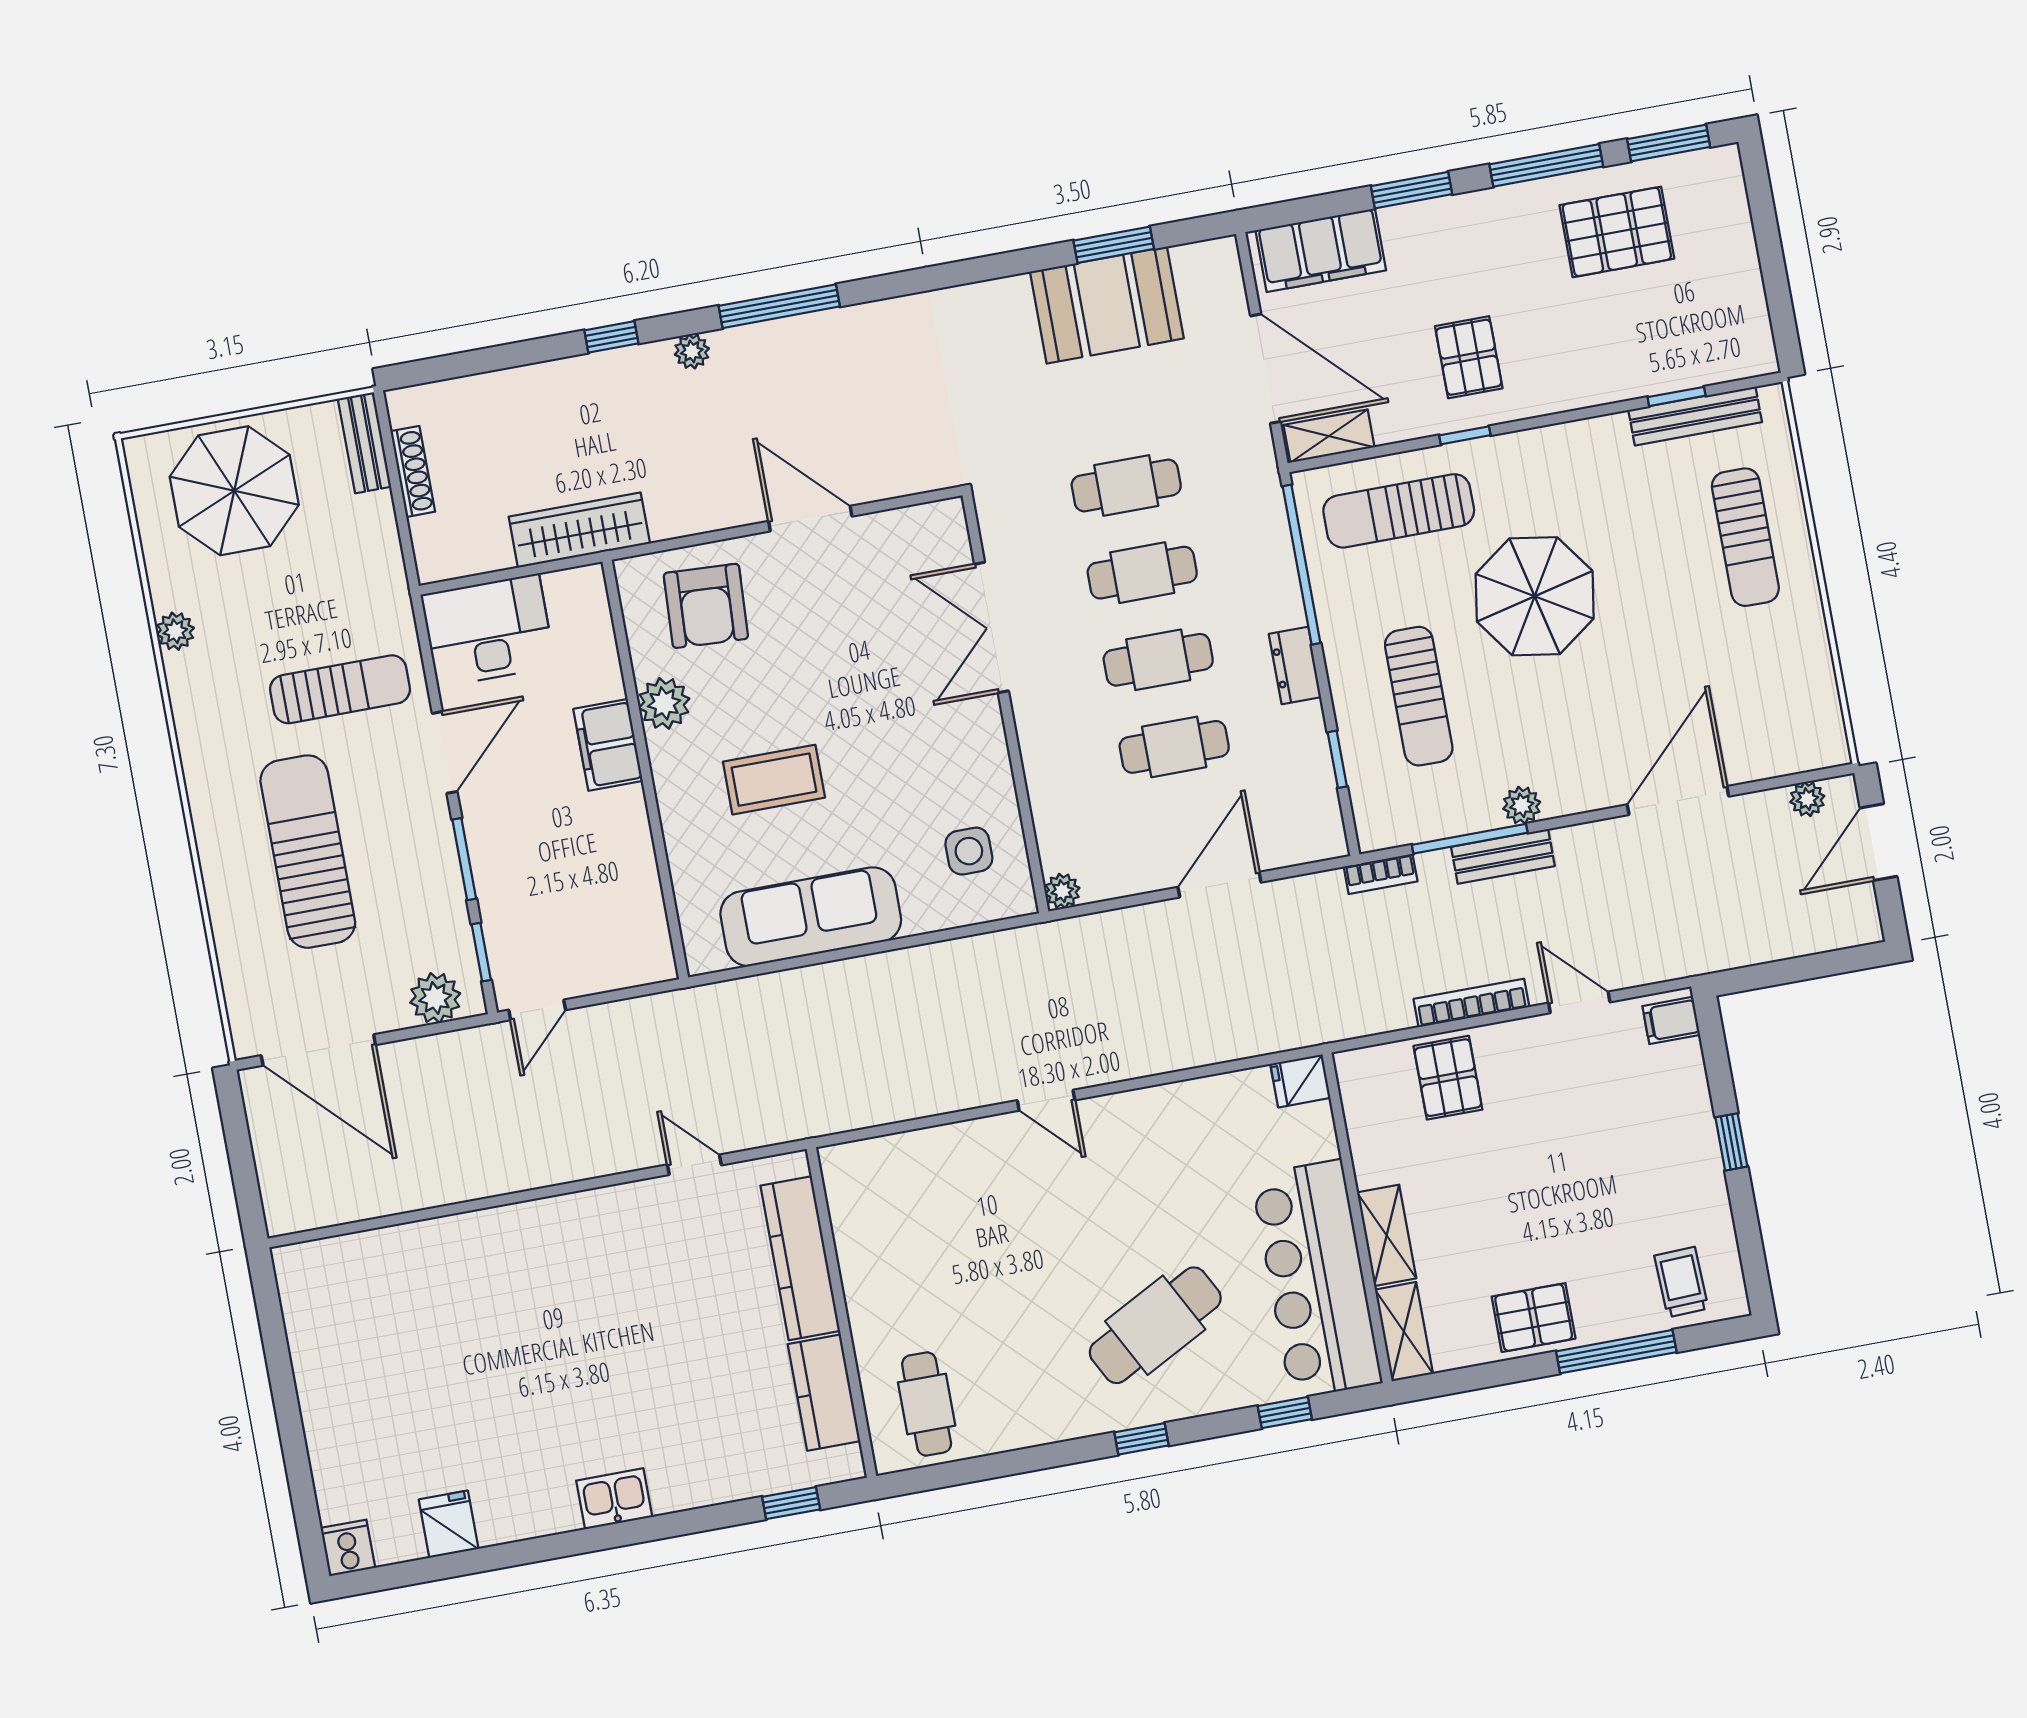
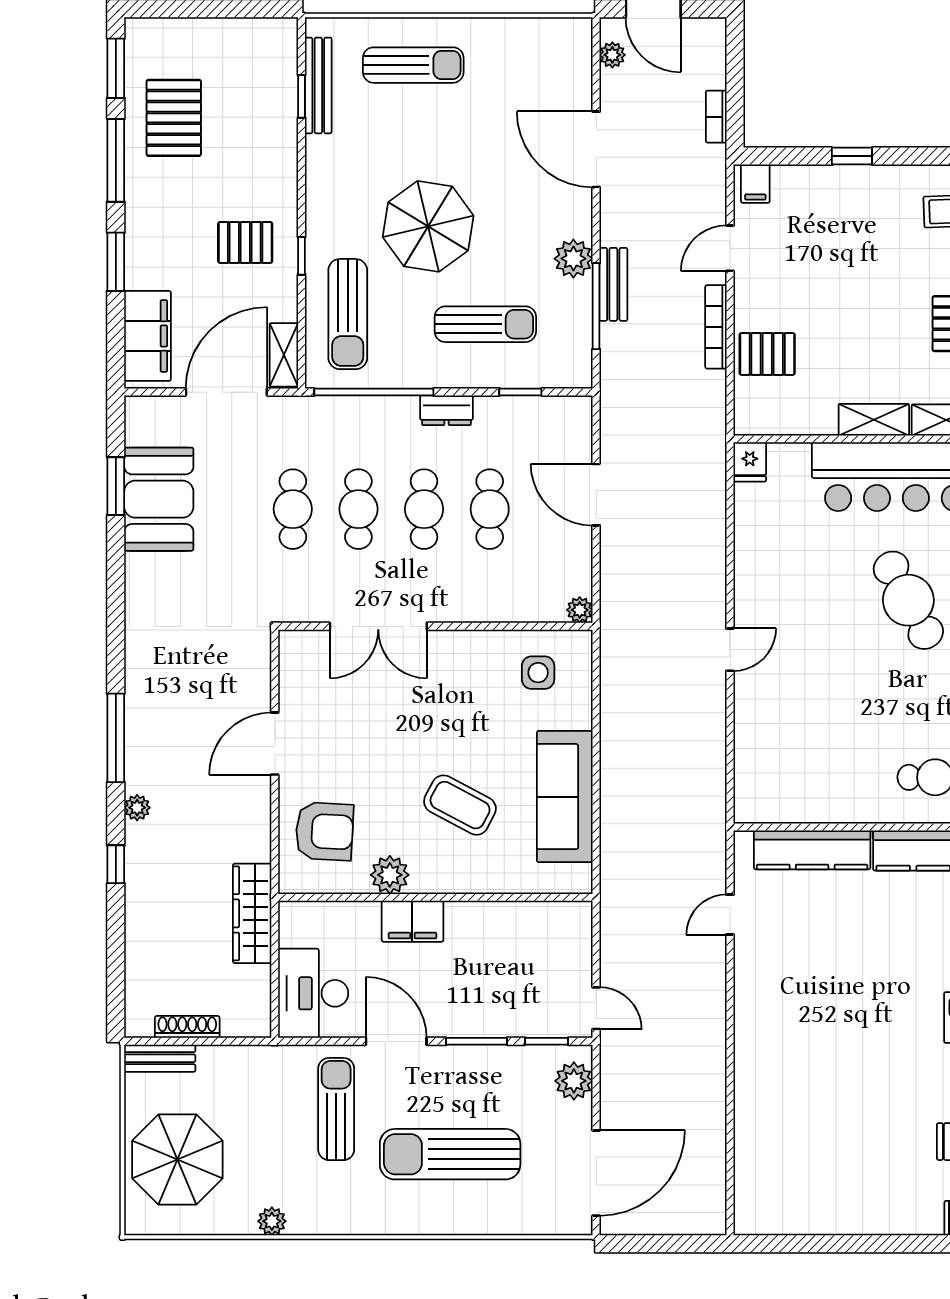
coffee table: (774, 780) -> (460, 805), turned -62
plant: (1522, 805) -> (573, 259), width x1.38, depth x1.38
bookcase: (1381, 874) -> (716, 117), moved, turned 180

